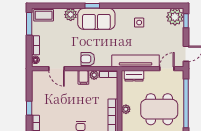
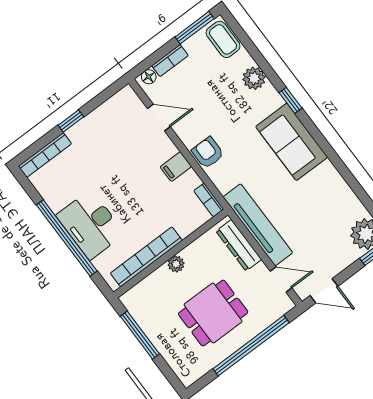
sofa: (96, 19) -> (292, 142), moved
side table: (139, 23) -> (318, 188), removed
door: (57, 69) -> (159, 118), swing flipped
plant: (94, 75) -> (191, 180), removed
dresser: (134, 76) -> (239, 245), width x1.44
dining table: (159, 109) -> (213, 313), width x0.73

